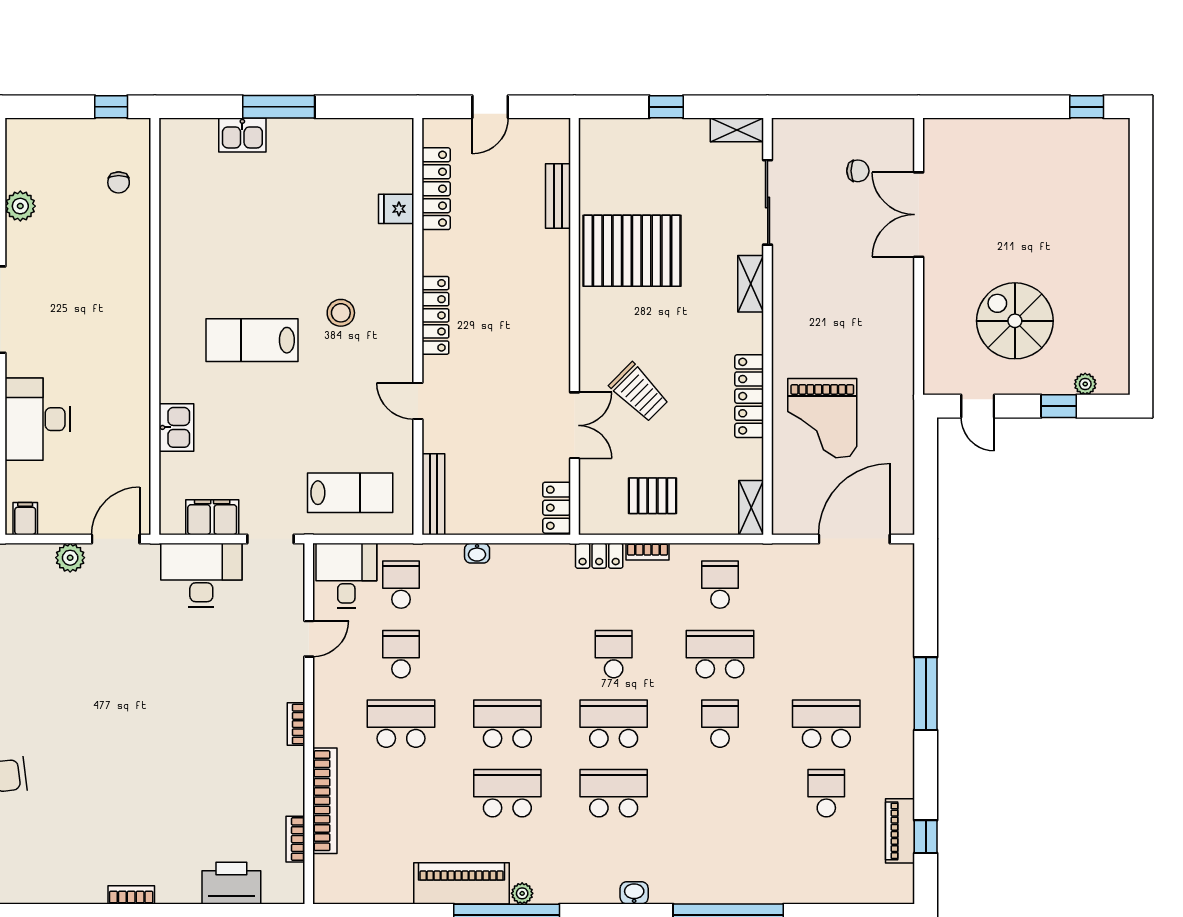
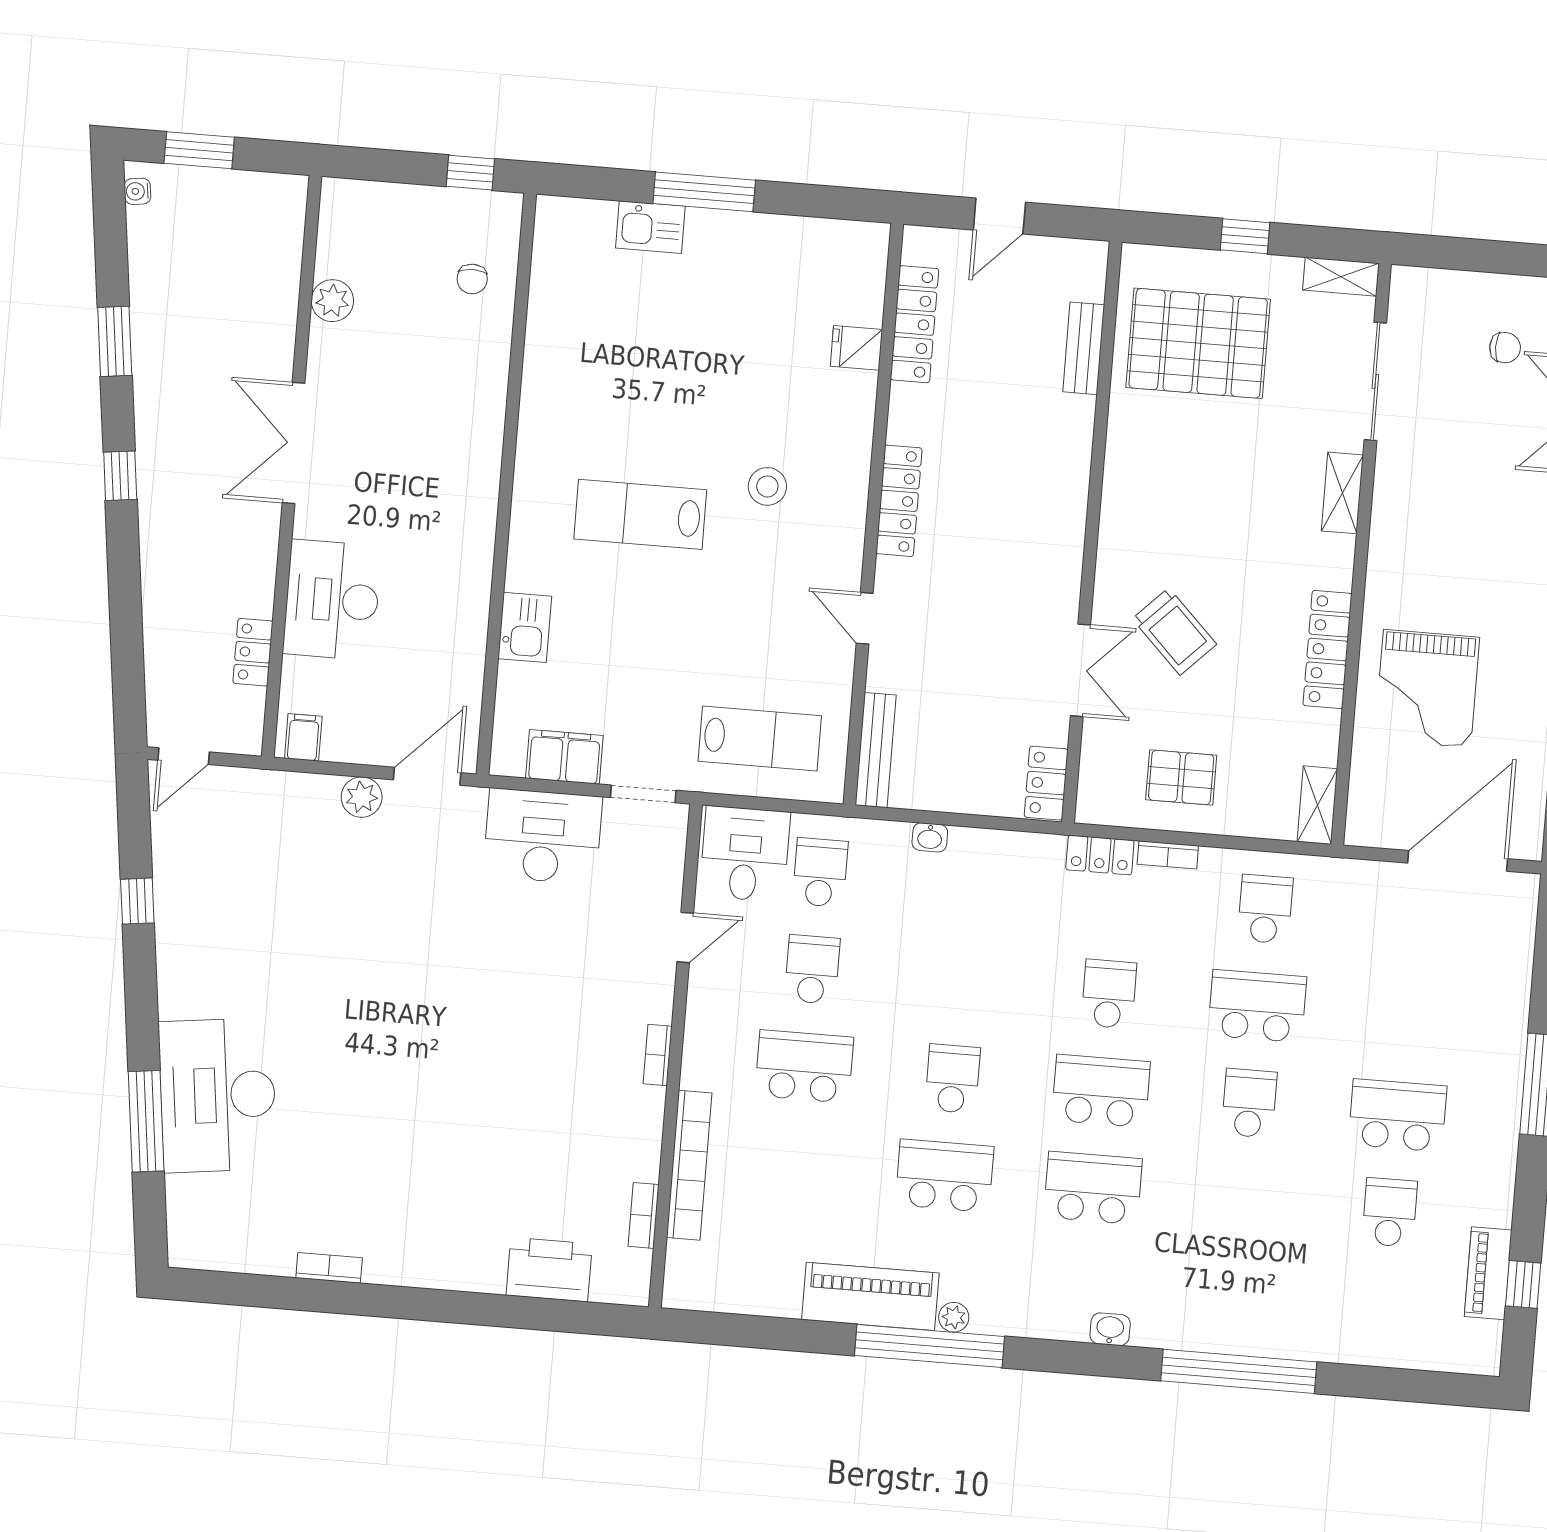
pallet: (632, 251) -> (1198, 343), moved
school desk: (507, 724) -> (953, 1079), width x0.54
bookcase: (131, 895) -> (329, 1268), moved

